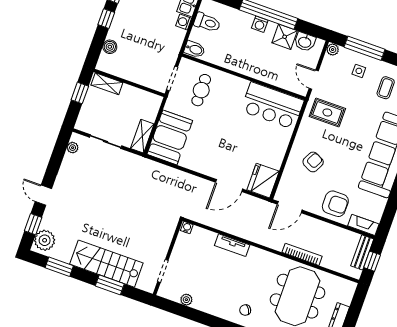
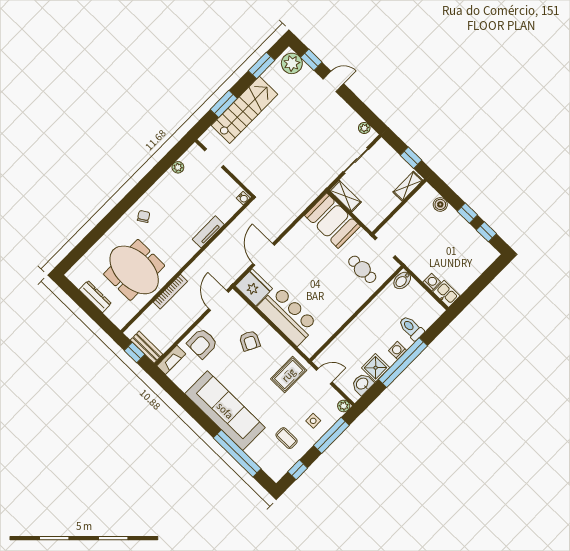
toilet: (207, 22) -> (411, 328), moved, turned 90
bar counter: (272, 106) -> (288, 316), moved, turned 90

